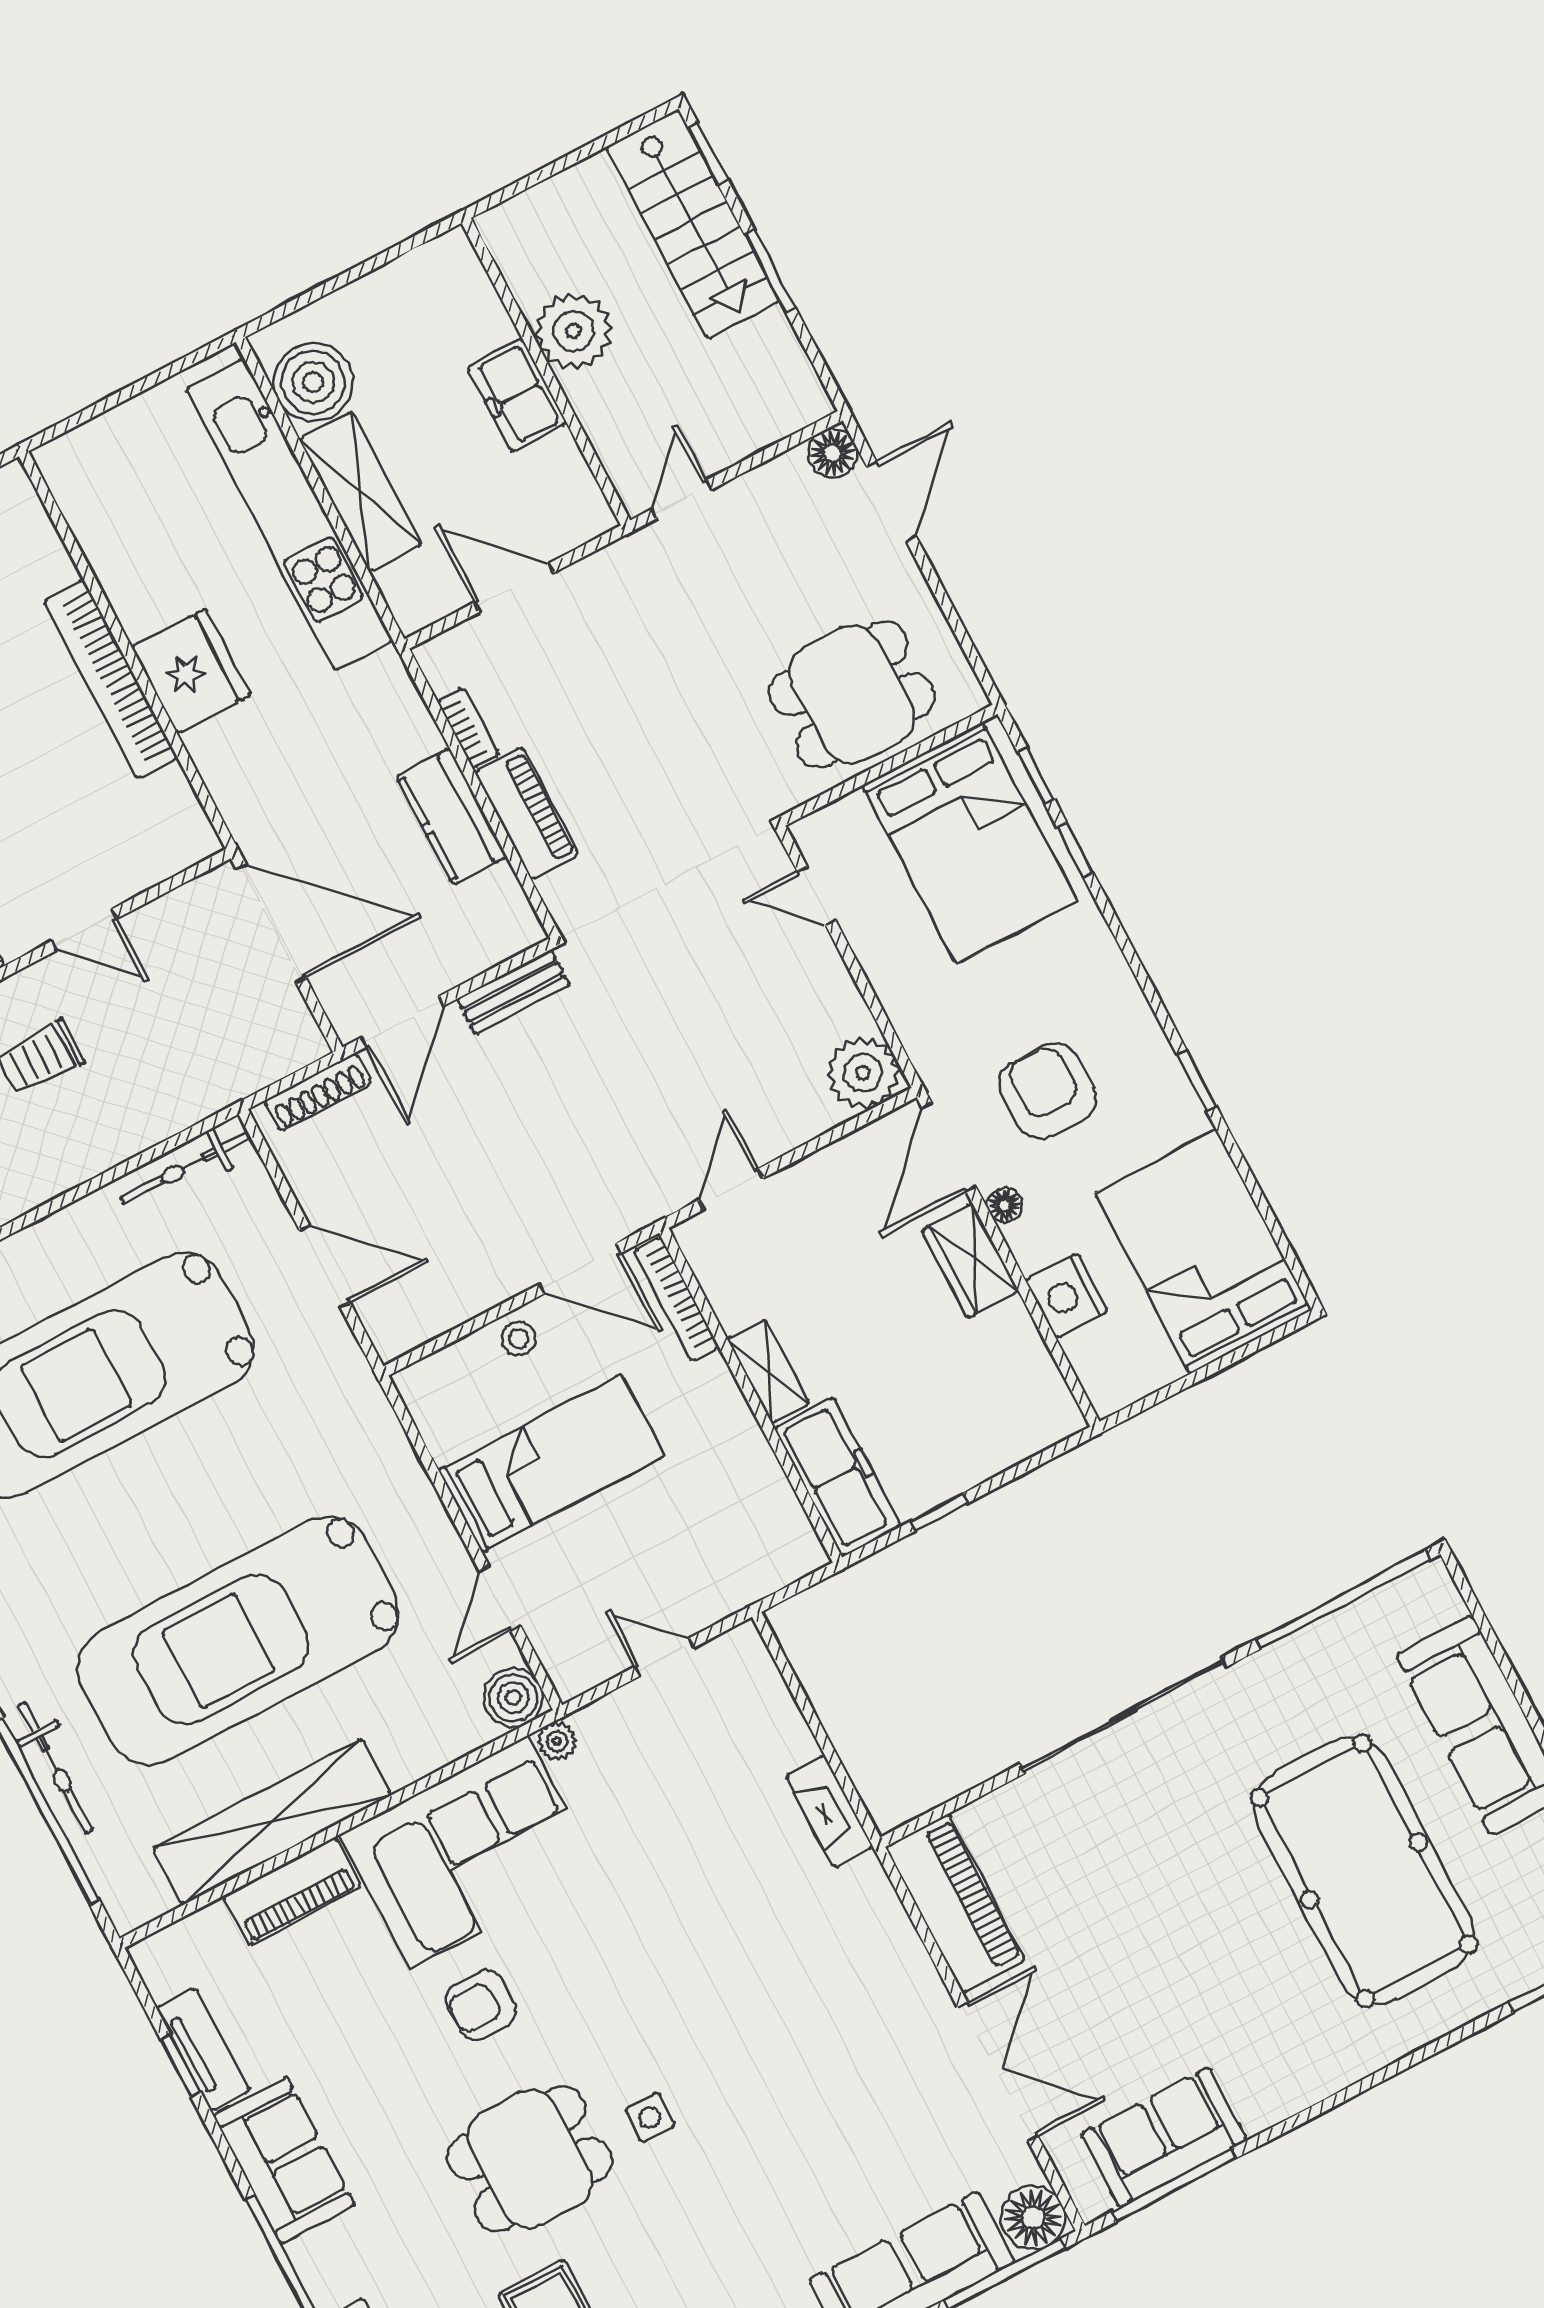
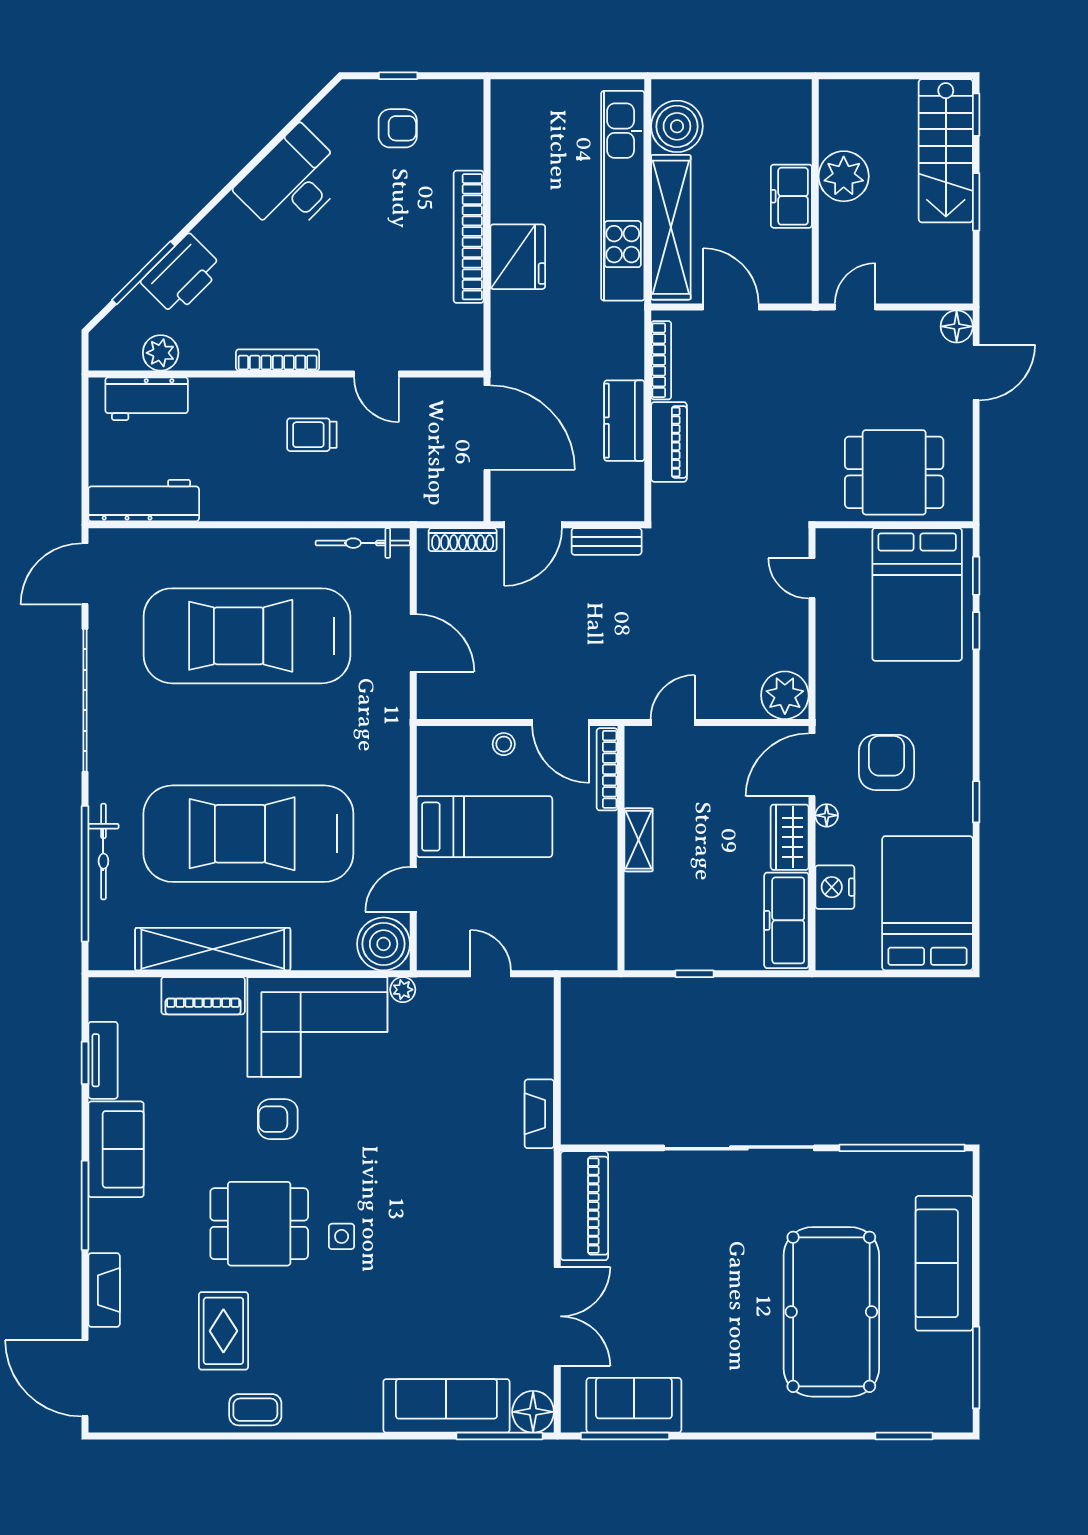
shelving: (360, 492) -> (671, 227), width x1.47
bookcase: (468, 728) -> (661, 360), width x1.56
freezer: (838, 1476) -> (786, 920), moved, turned 180
boiler: (513, 1698) -> (384, 944), width x1.37, depth x1.37

